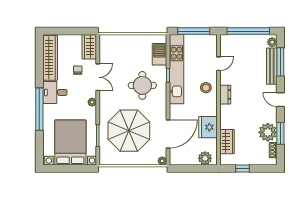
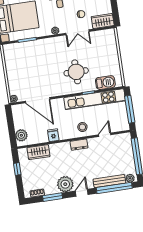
window: (280, 62) -> (114, 188), width x1.46
door: (218, 64) -> (105, 135), swing flipped
fridge: (208, 127) -> (53, 135), width x0.53, depth x0.75
parasol: (129, 131) -> (35, 66), removed
plant: (268, 132) -> (65, 184), moved

